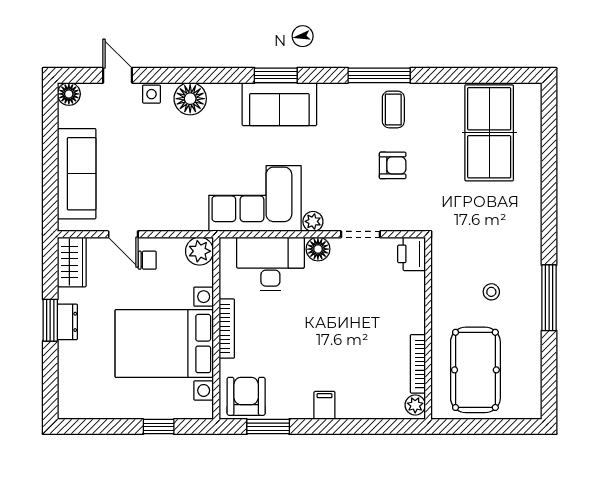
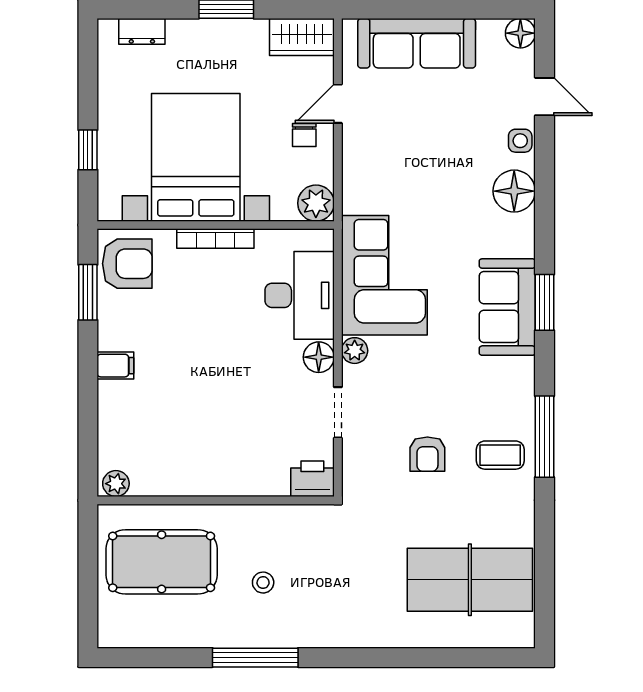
door: (118, 75) -> (545, 97), hinge flipped
dresser: (67, 322) -> (142, 31), moved
bookcase: (418, 364) -> (169, 487), removed

